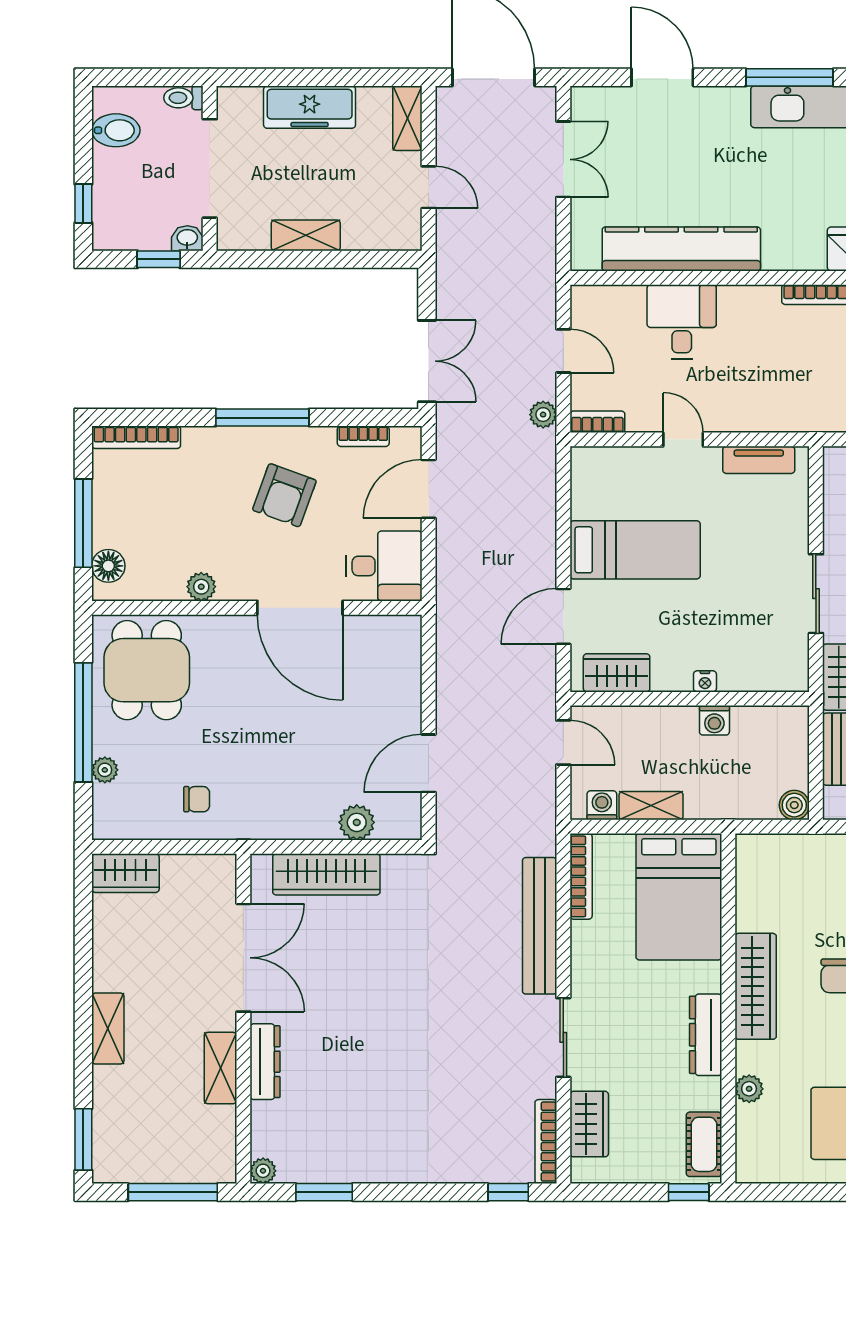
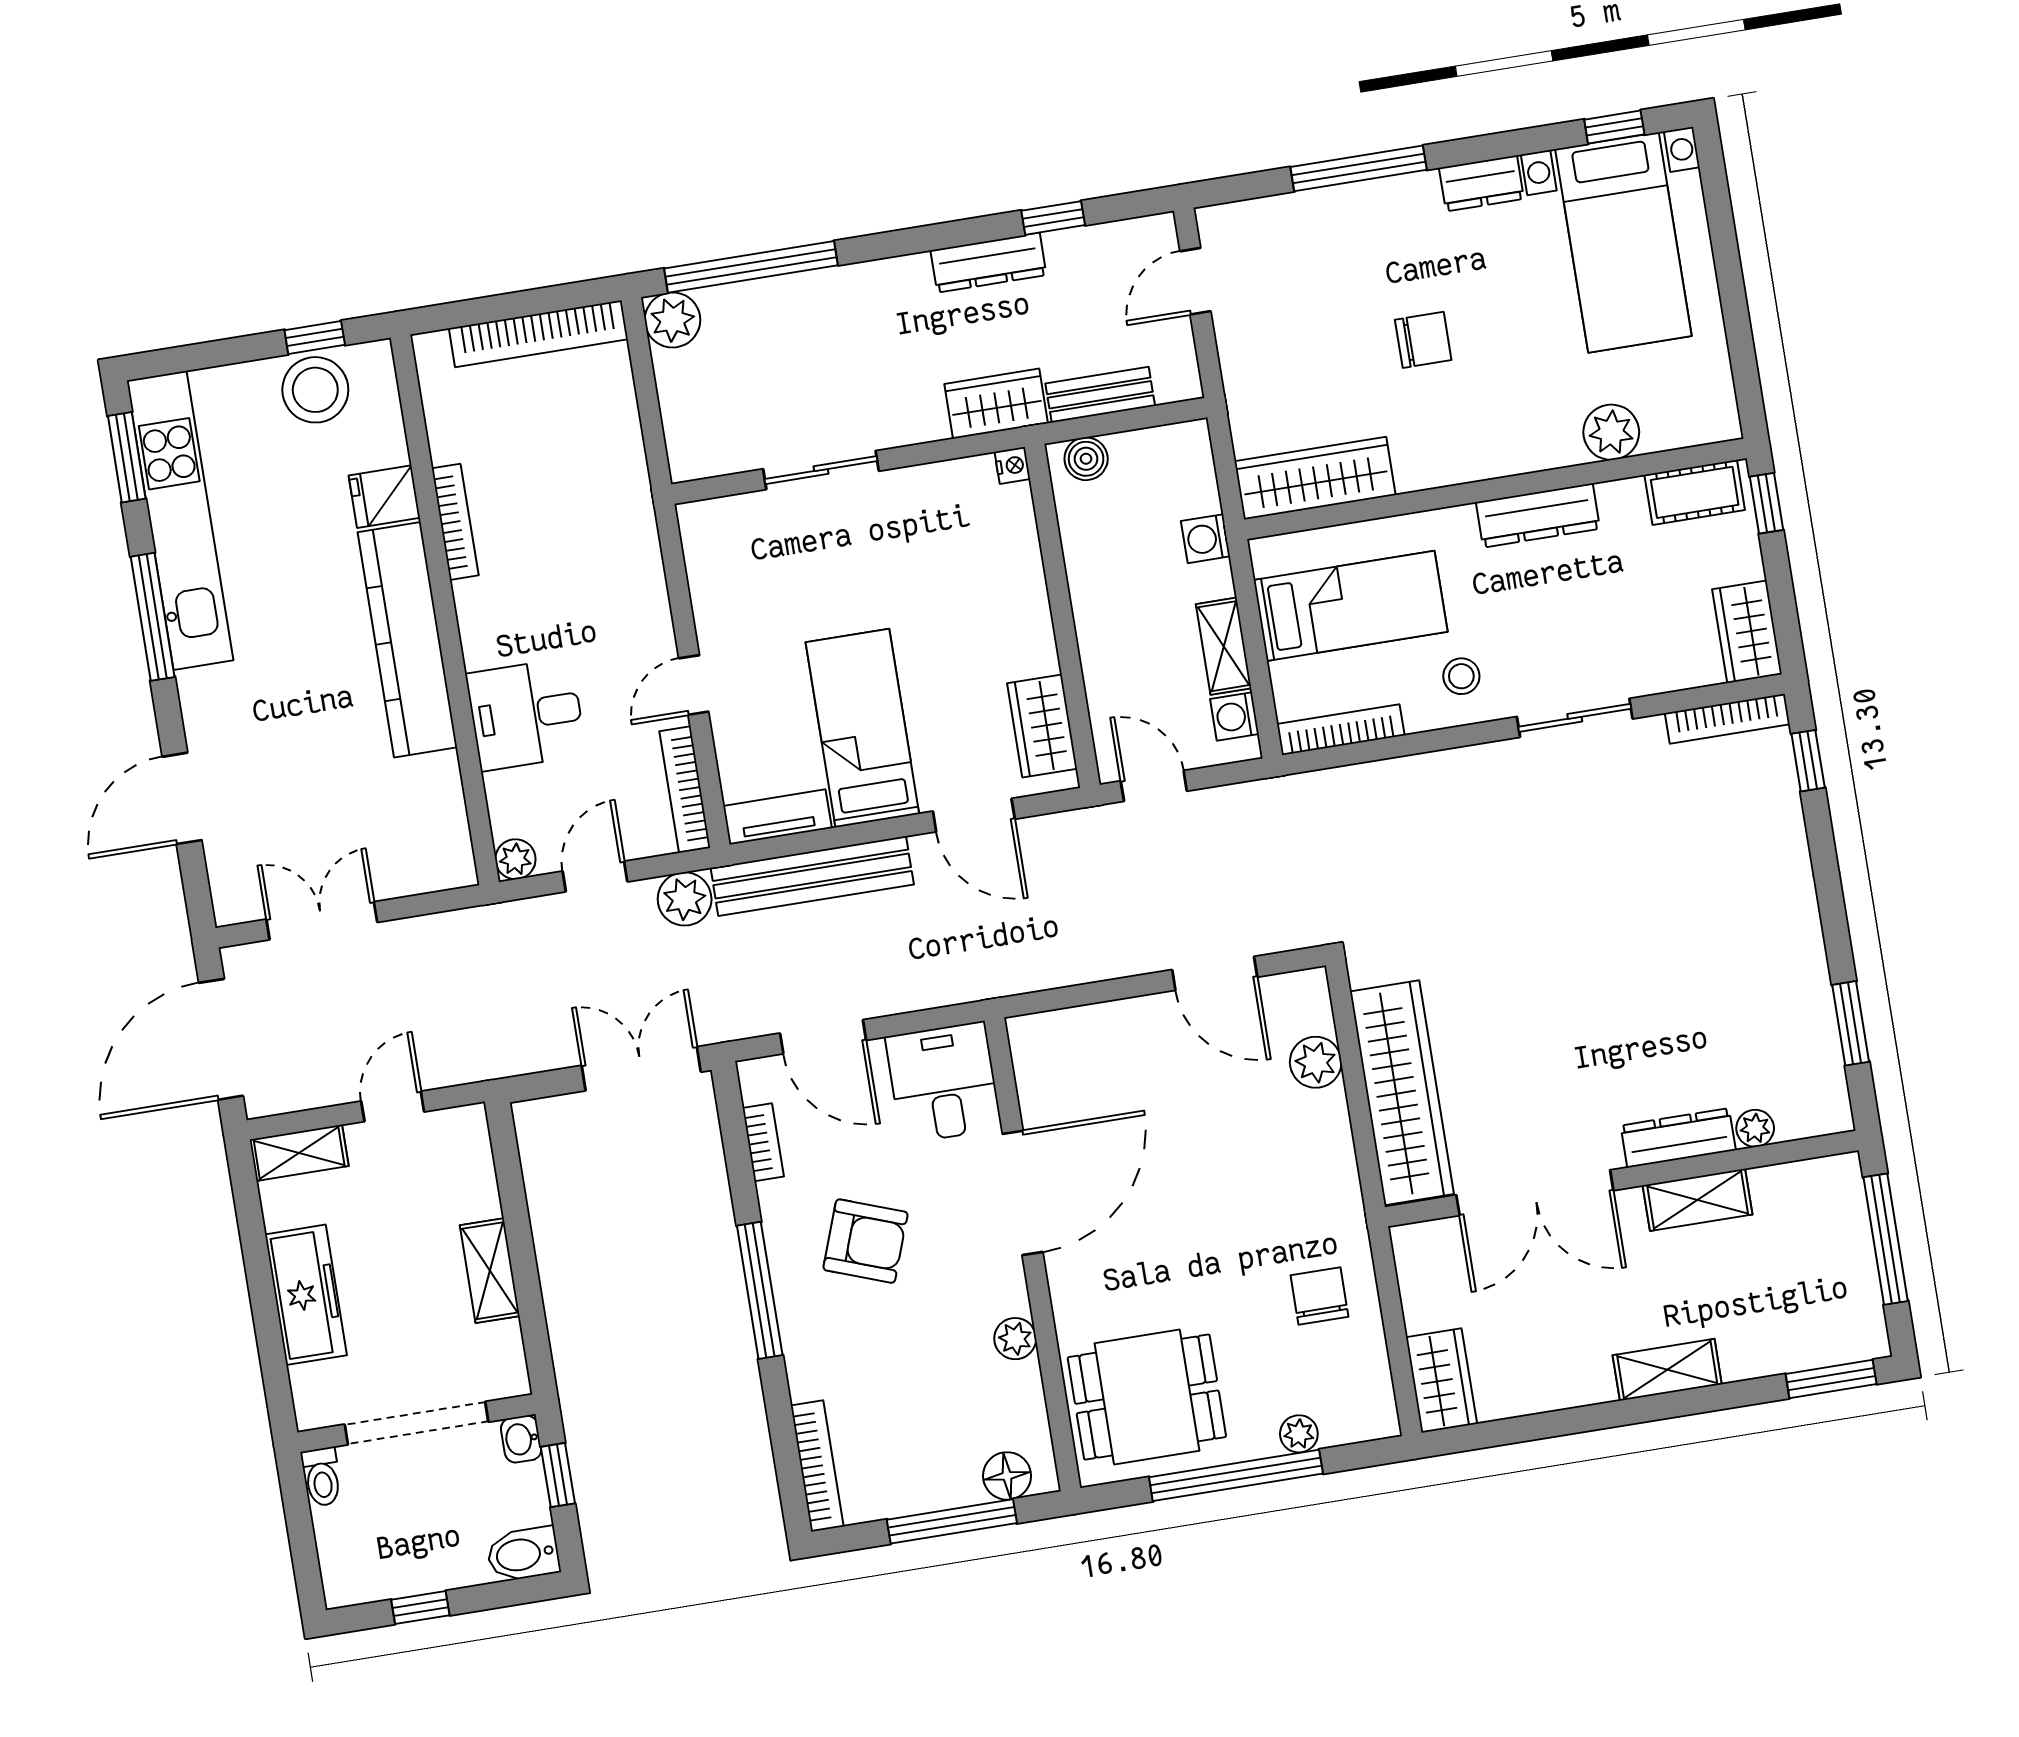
bidet: (116, 130) -> (523, 1554), moved, turned -90
window: (83, 203) -> (420, 1607), moved
kitchen counter: (681, 249) -> (407, 640), moved
plant: (584, 298) -> (515, 859), added
plant: (543, 415) -> (685, 899), width x1.38, depth x1.38
bookcase: (597, 422) -> (685, 790), width x1.56
tv unit: (759, 460) -> (777, 817), moved, turned -90
sliding door: (816, 594) -> (821, 470), moved
nightstand: (705, 681) -> (1012, 465), moved
washing machine: (714, 720) -> (1206, 539), moved, turned 180
door: (563, 743) -> (1154, 786), hinge flipped
chair: (197, 799) -> (1319, 1296), width x1.37, depth x1.37
boiler: (794, 805) -> (1086, 459), moved
wardrobe: (326, 874) -> (1402, 1093), width x1.40, depth x1.17
bed: (679, 897) -> (1351, 606), width x0.67
bench: (540, 926) -> (812, 876), moved
double door: (243, 958) -> (1535, 1193), swing flipped
stool: (604, 965) -> (1461, 676), added
wardrobe: (756, 986) -> (1315, 478), moved
plant: (749, 1089) -> (1611, 432), width x1.38, depth x1.38
wardrobe: (589, 1124) -> (1747, 632), moved, turned -90
plant: (263, 1171) -> (1755, 1128), moved

